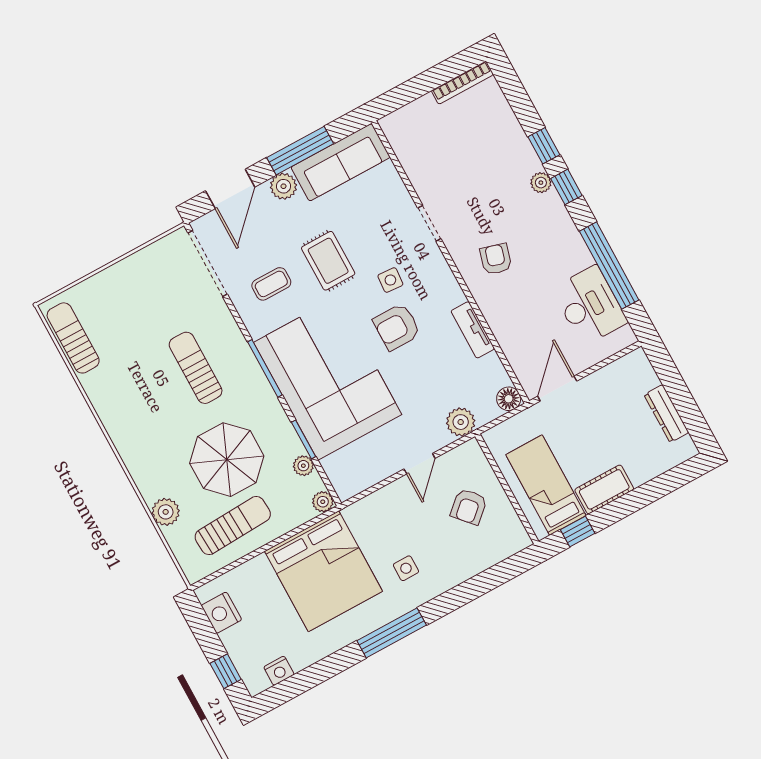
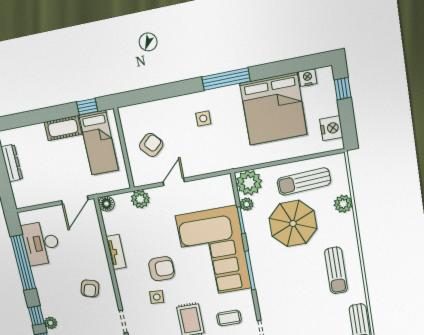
sun lounger: (196, 368) -> (336, 270), moved
plant: (323, 502) -> (249, 183), width x1.87, depth x1.87
bed: (324, 571) -> (273, 109), moved, turned 180

